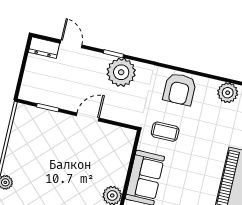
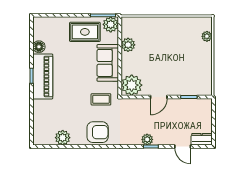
plant: (121, 72) -> (147, 139), width x0.53, depth x0.53
armchair: (180, 89) -> (98, 132), turned 90
plant: (120, 141) -> (132, 85), added

